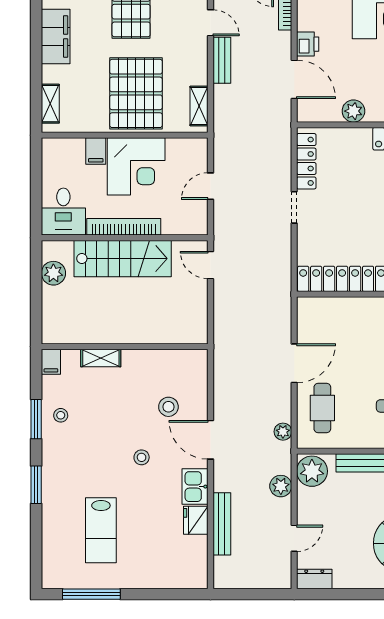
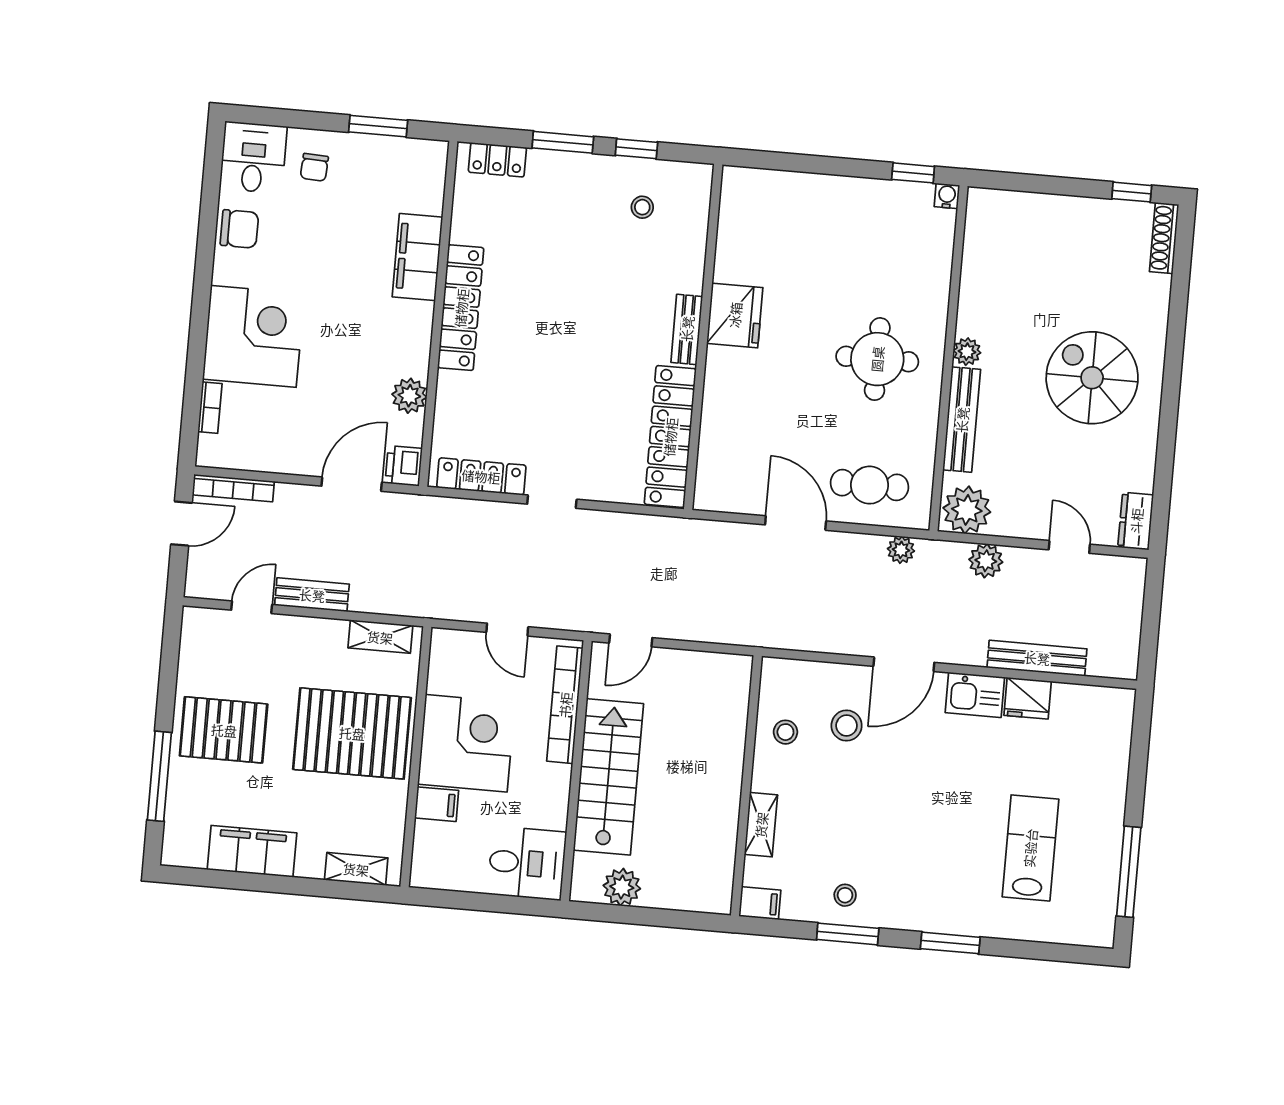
printer: (308, 44) -> (404, 466), moved, turned -90
bookcase: (124, 227) -> (565, 705), moved
stool: (142, 457) -> (785, 732), moved
lab bench: (101, 530) -> (1030, 848), turned -90

